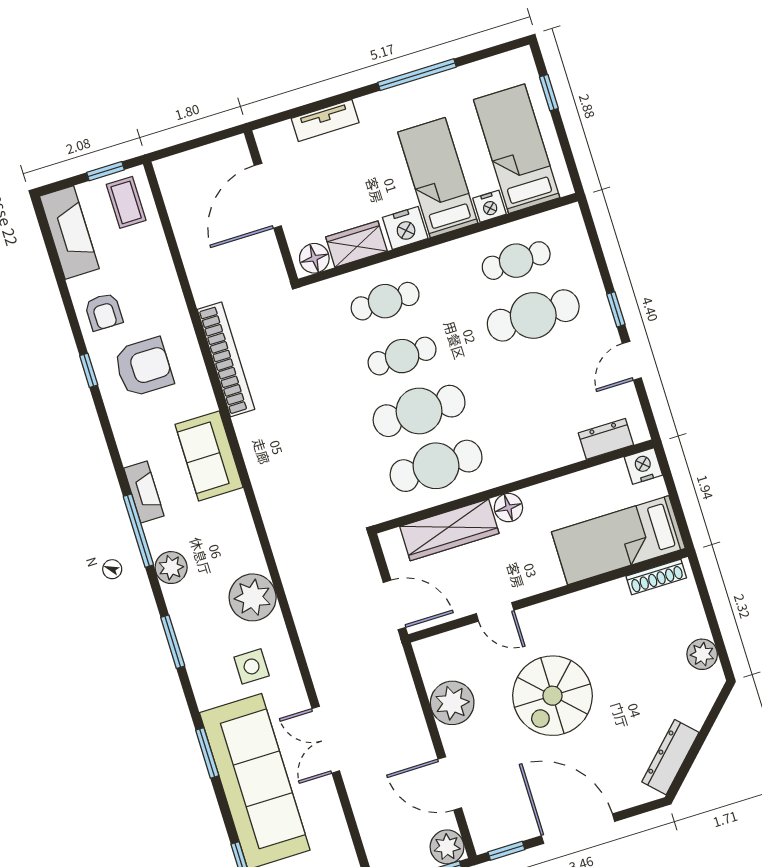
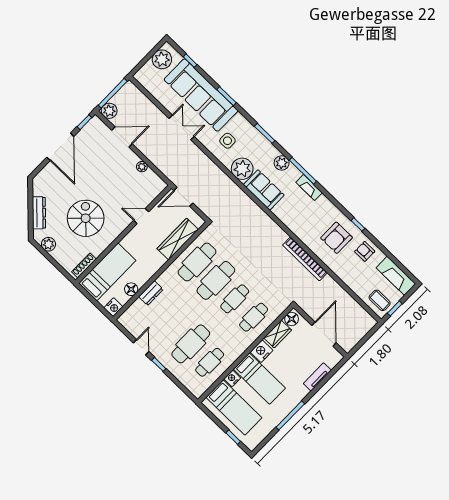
dresser: (606, 439) -> (151, 293), moved
sofa: (209, 456) -> (264, 190), moved
floor lamp: (508, 508) -> (131, 289), moved
spiral stairs: (552, 696) -> (86, 218), moved
plant: (452, 703) -> (142, 167), width x0.53, depth x0.53
dresser: (670, 757) -> (39, 213), moved
door: (578, 829) -> (60, 147), hinge flipped

